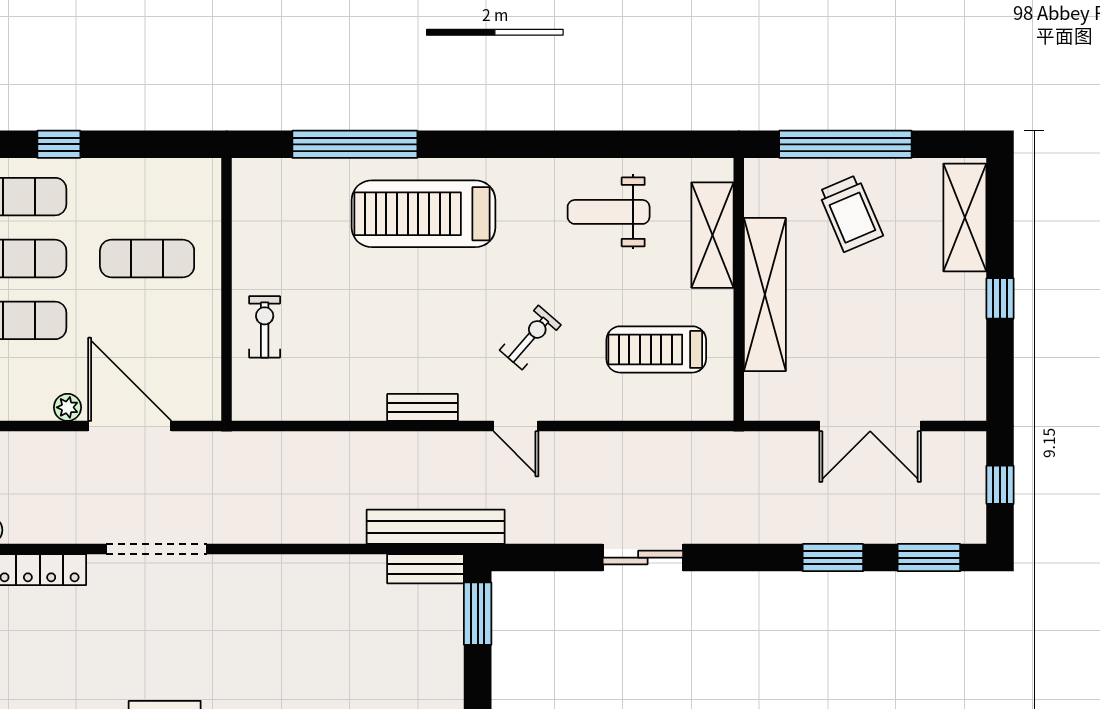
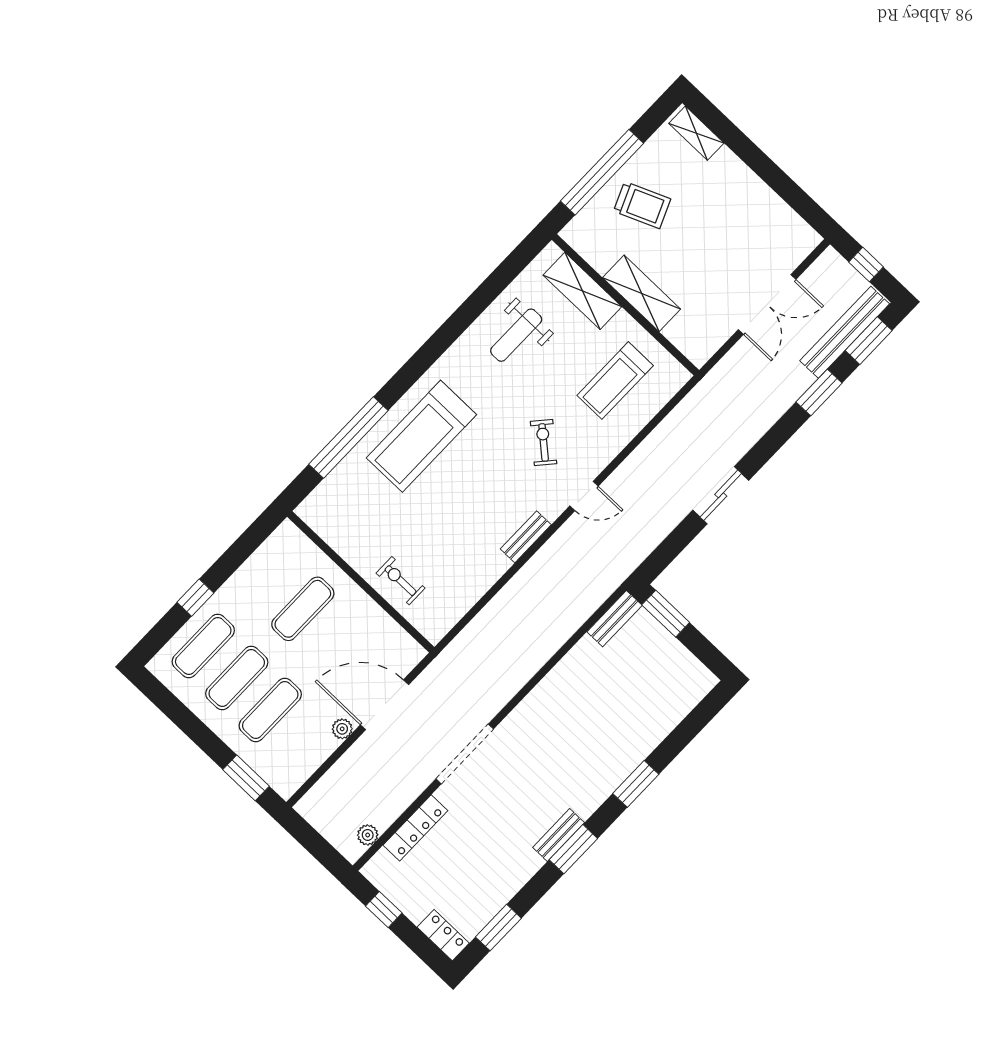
shelving: (965, 218) -> (696, 133), width x0.67, depth x0.75
shelving: (765, 295) -> (642, 293), width x0.68
window: (1000, 298) -> (765, 168), removed
bench: (436, 527) -> (845, 332), moved

